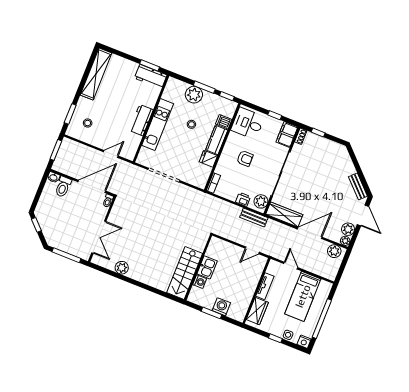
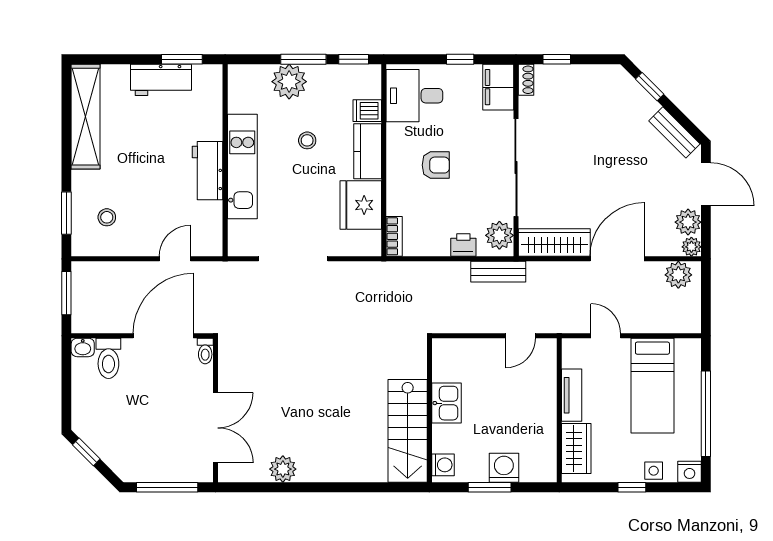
workbench: (151, 77) -> (161, 80), moved
fridge: (208, 159) -> (361, 205), width x1.88, depth x1.34
window: (355, 161) -> (650, 87), added
washing machine: (200, 282) -> (443, 465), moved

